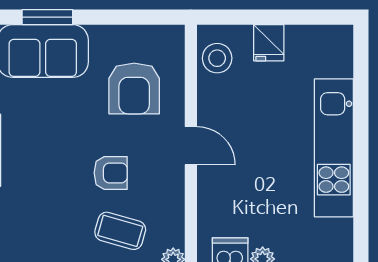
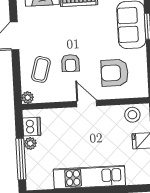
door: (191, 146) -> (87, 104), swing flipped

